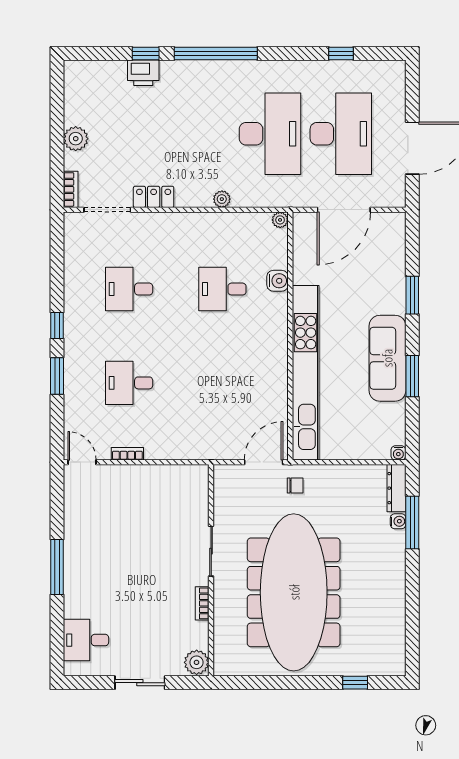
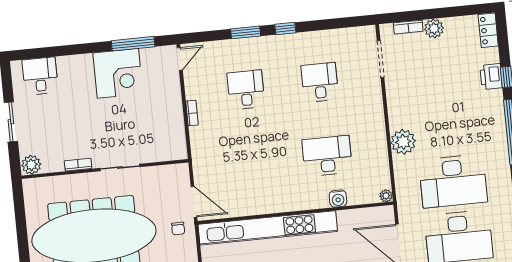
bookcase: (71, 189) -> (408, 27), moved
locker: (154, 197) -> (488, 30), moved, turned 180
plant: (222, 199) -> (403, 142), width x1.87, depth x1.87
desk: (222, 289) -> (327, 156), width x1.37
bookcase: (127, 454) -> (192, 113), moved
corner desk: (92, 542) -> (118, 73), added
window: (57, 567) -> (133, 44), moved

